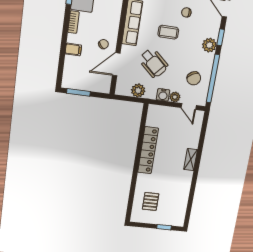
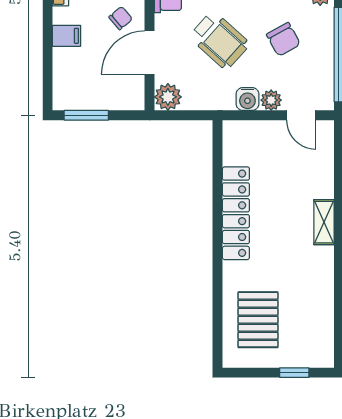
chair: (194, 78) -> (283, 39), moved
plant: (138, 91) -> (168, 97), moved
pallet: (151, 201) -> (258, 320), width x1.50, depth x1.42

